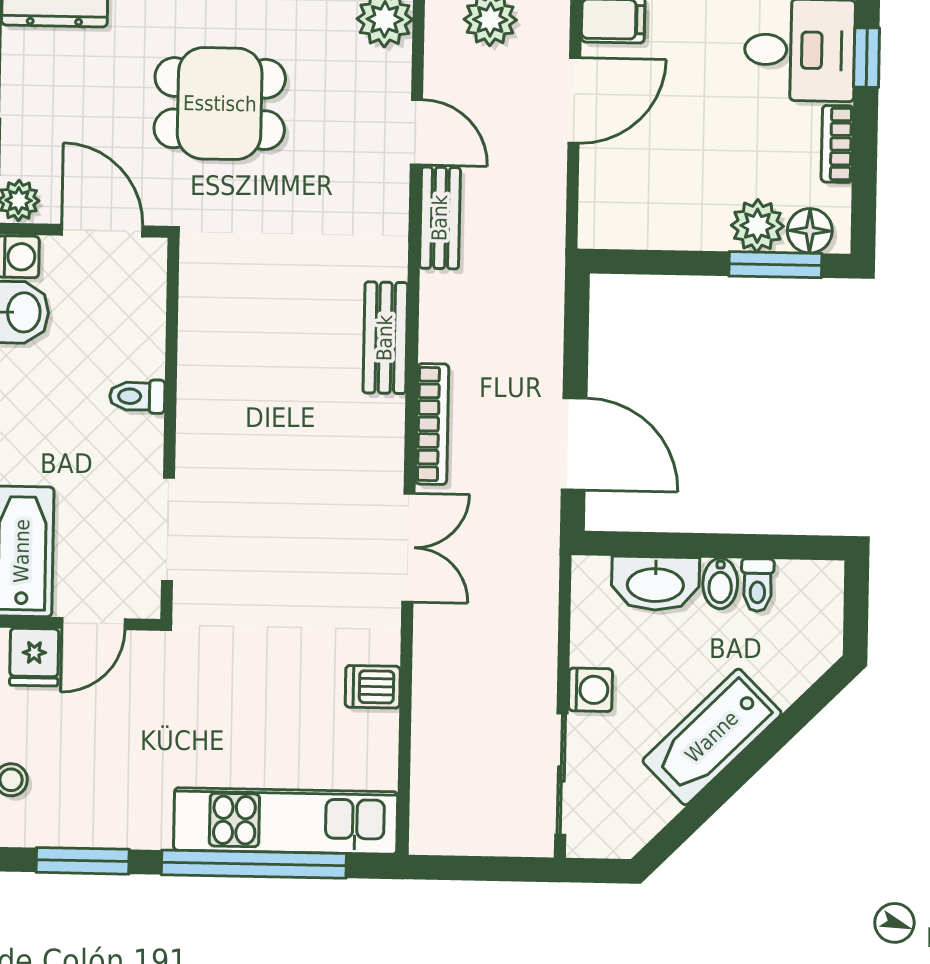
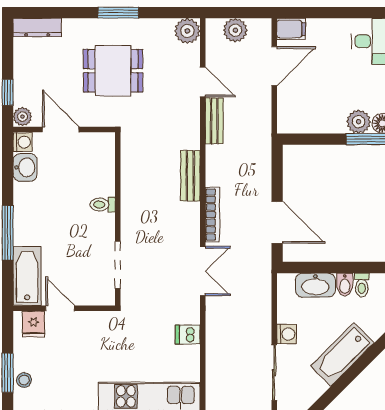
toilet: (137, 396) -> (103, 205), moved
wall: (170, 428) -> (118, 219), moved
doorway: (168, 529) -> (118, 265), moved
door: (93, 624) -> (60, 308), swing flipped

